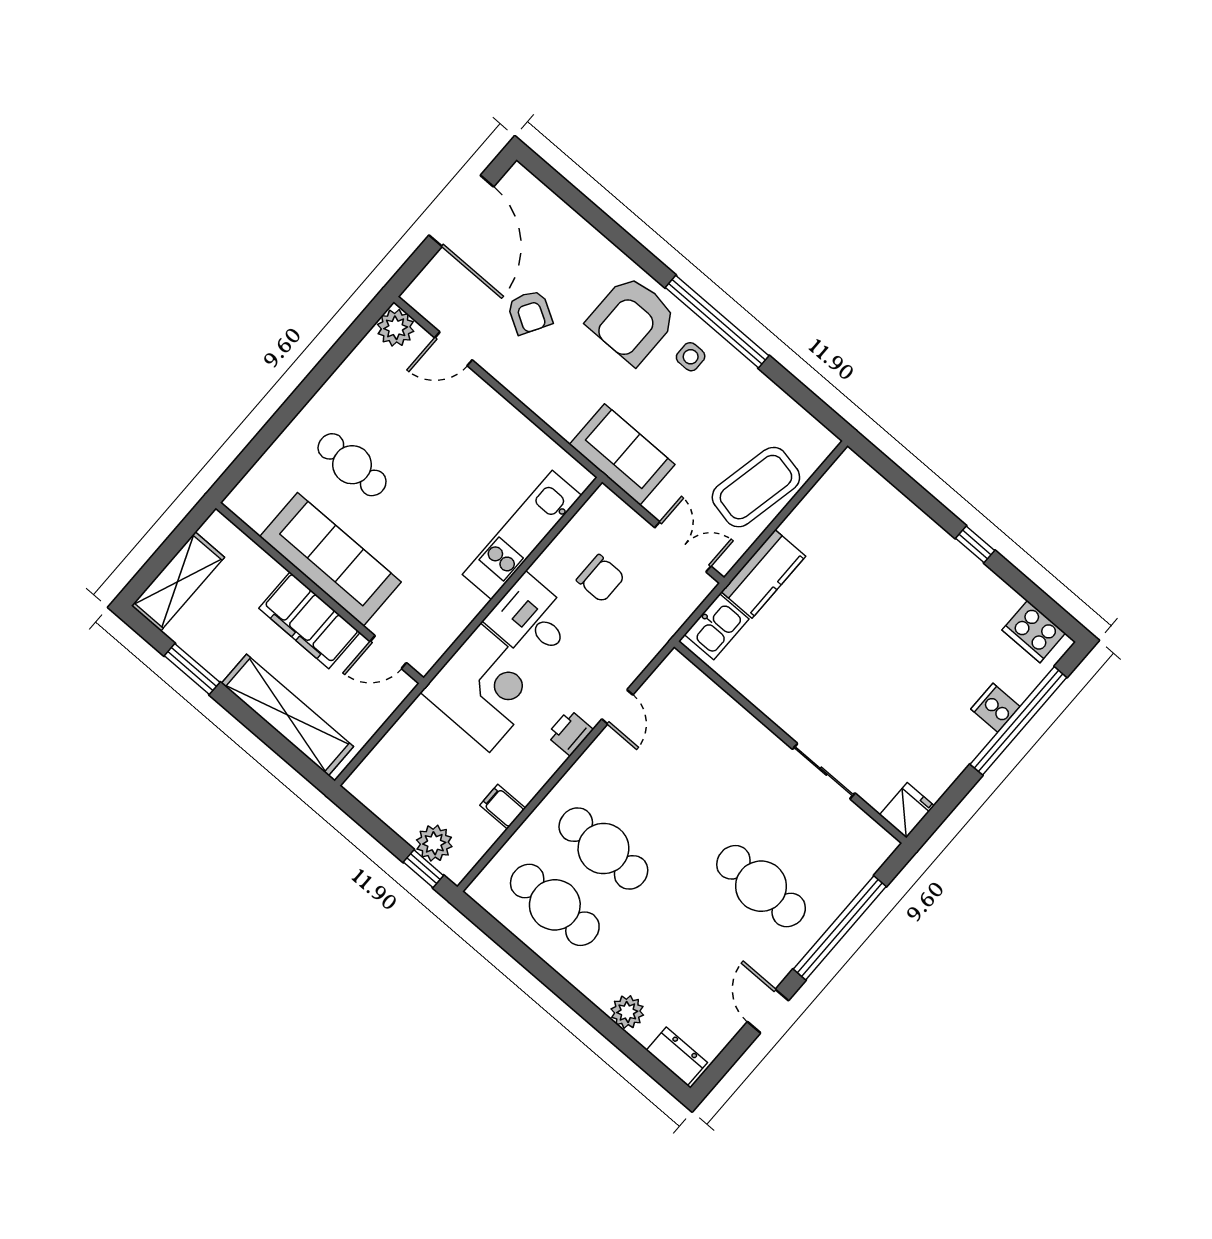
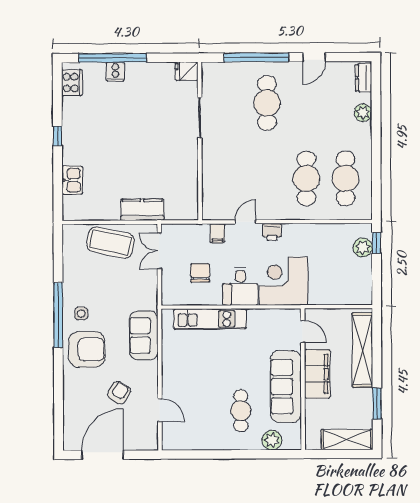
plant: (396, 328) -> (272, 440), moved
sofa: (622, 455) -> (144, 335), moved
kitchen sink: (717, 627) -> (72, 180), moved, turned 90
filing cabinet: (503, 807) -> (217, 233), moved

